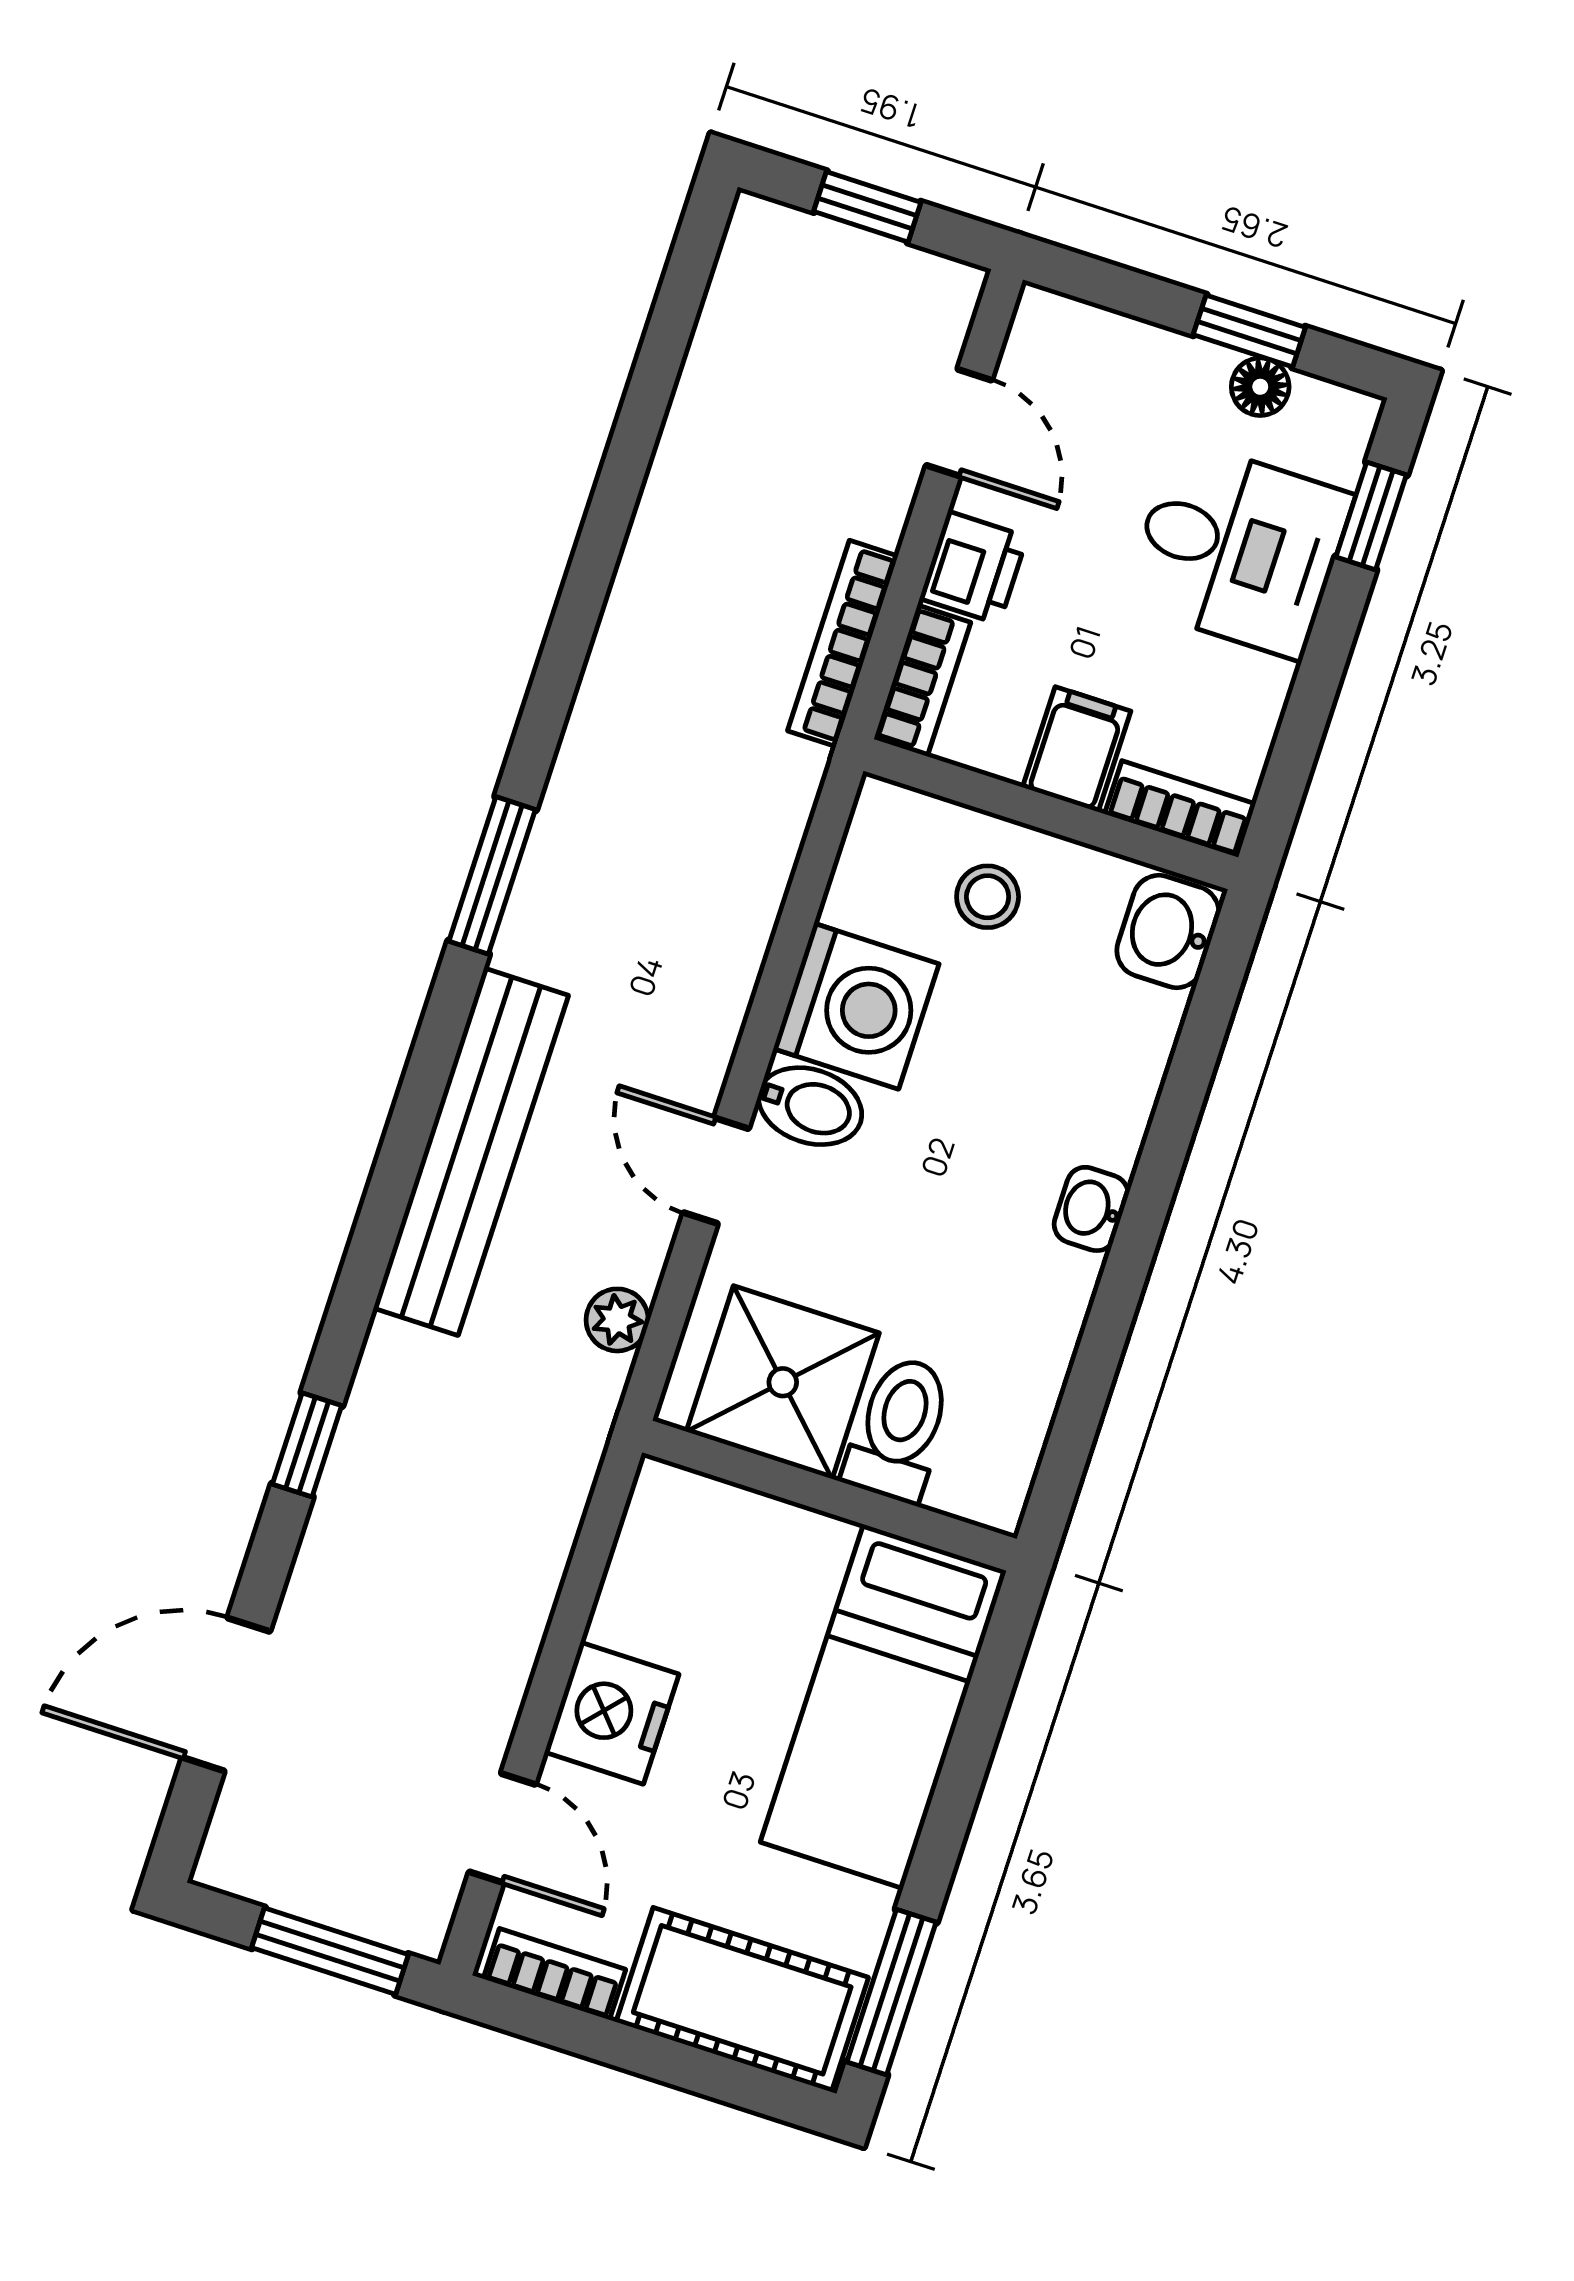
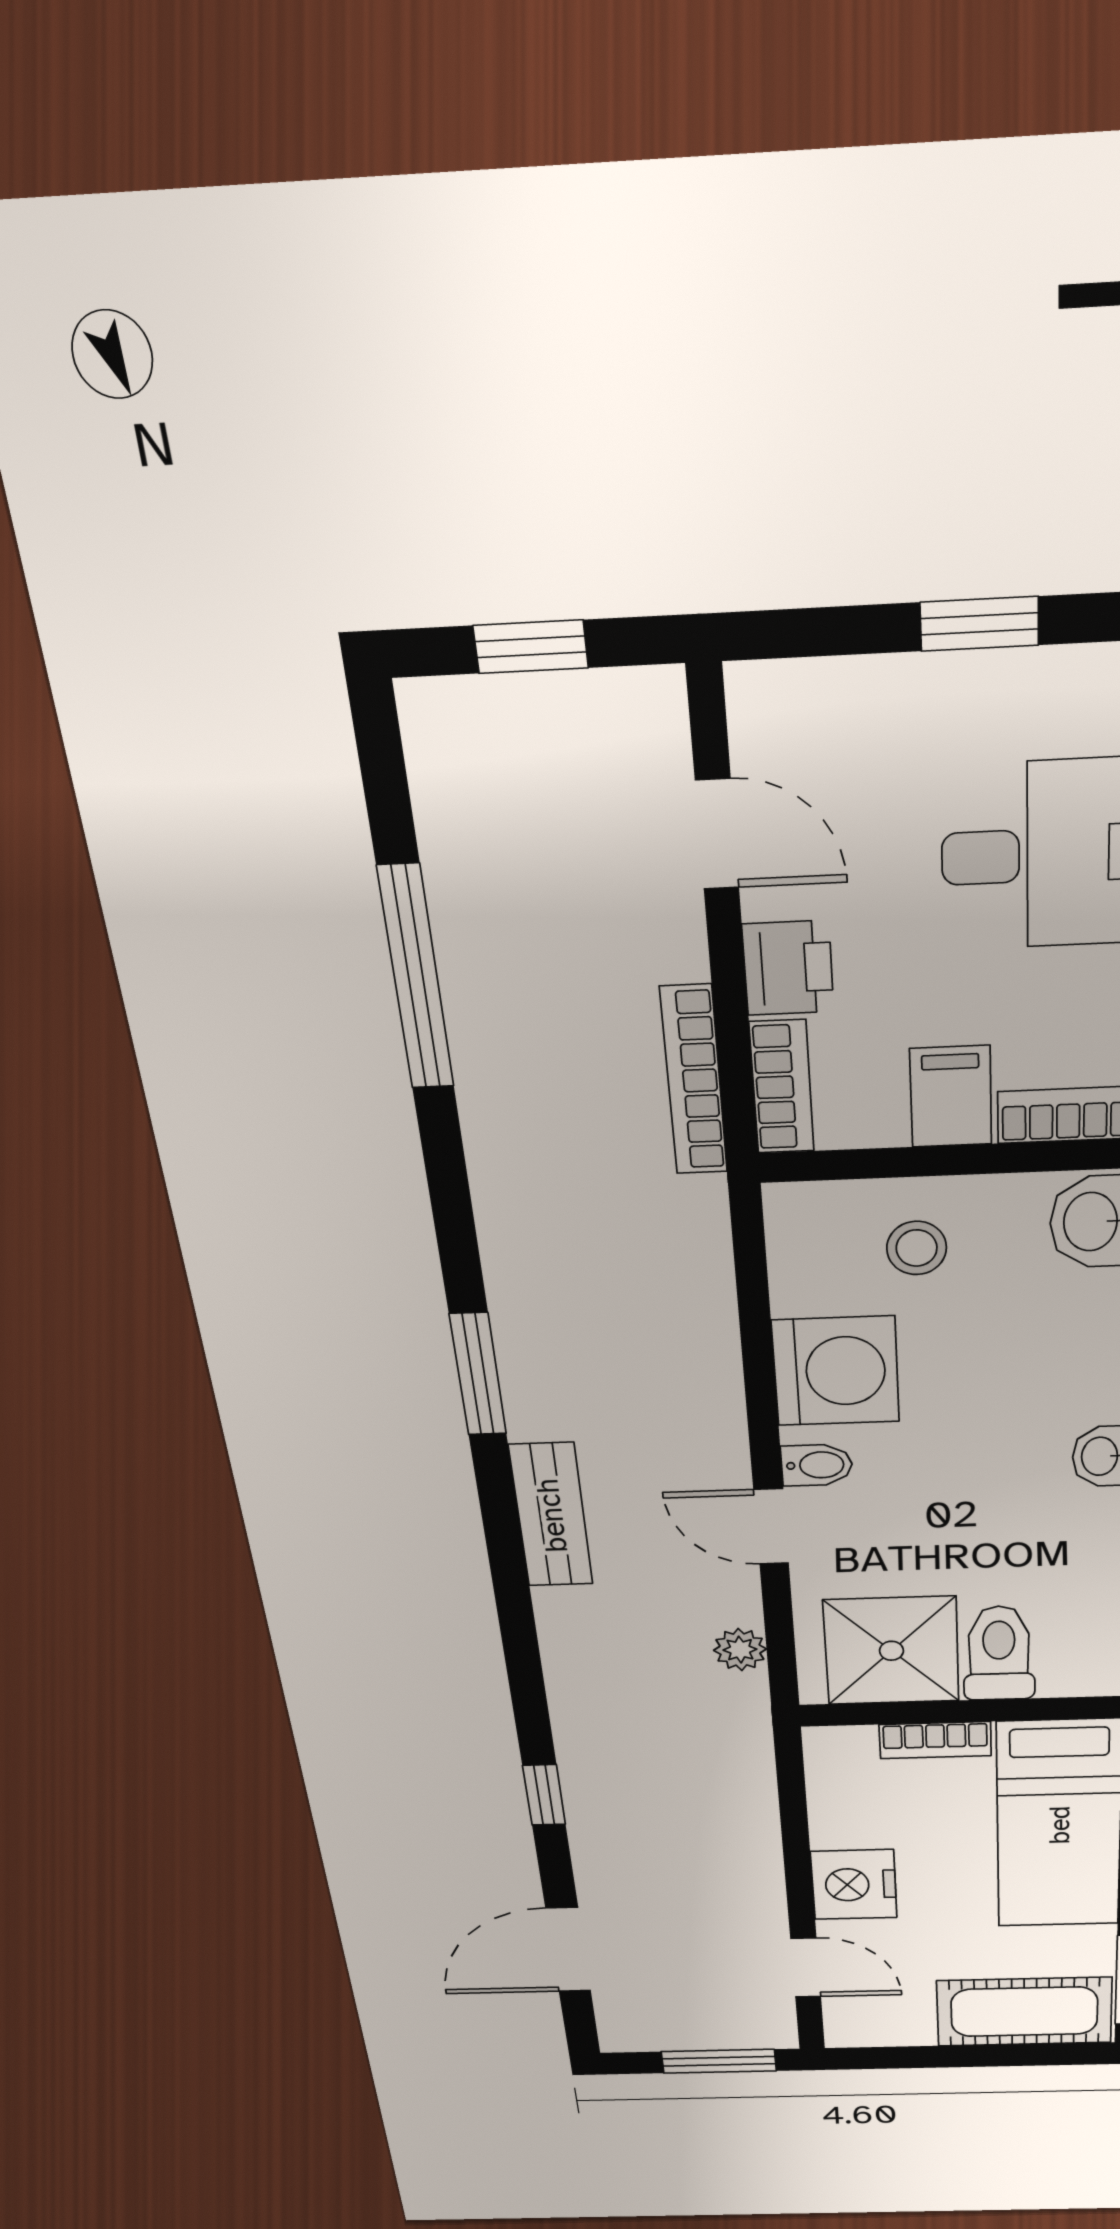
floor lamp: (1260, 387) -> (1011, 680), removed
window: (630, 450) -> (416, 978), added
bidet: (810, 1106) -> (817, 1465), width x0.72, depth x0.74
bench: (471, 1152) -> (551, 1515), width x0.54, depth x0.82
bookcase: (554, 1974) -> (935, 1740), moved, turned 180

